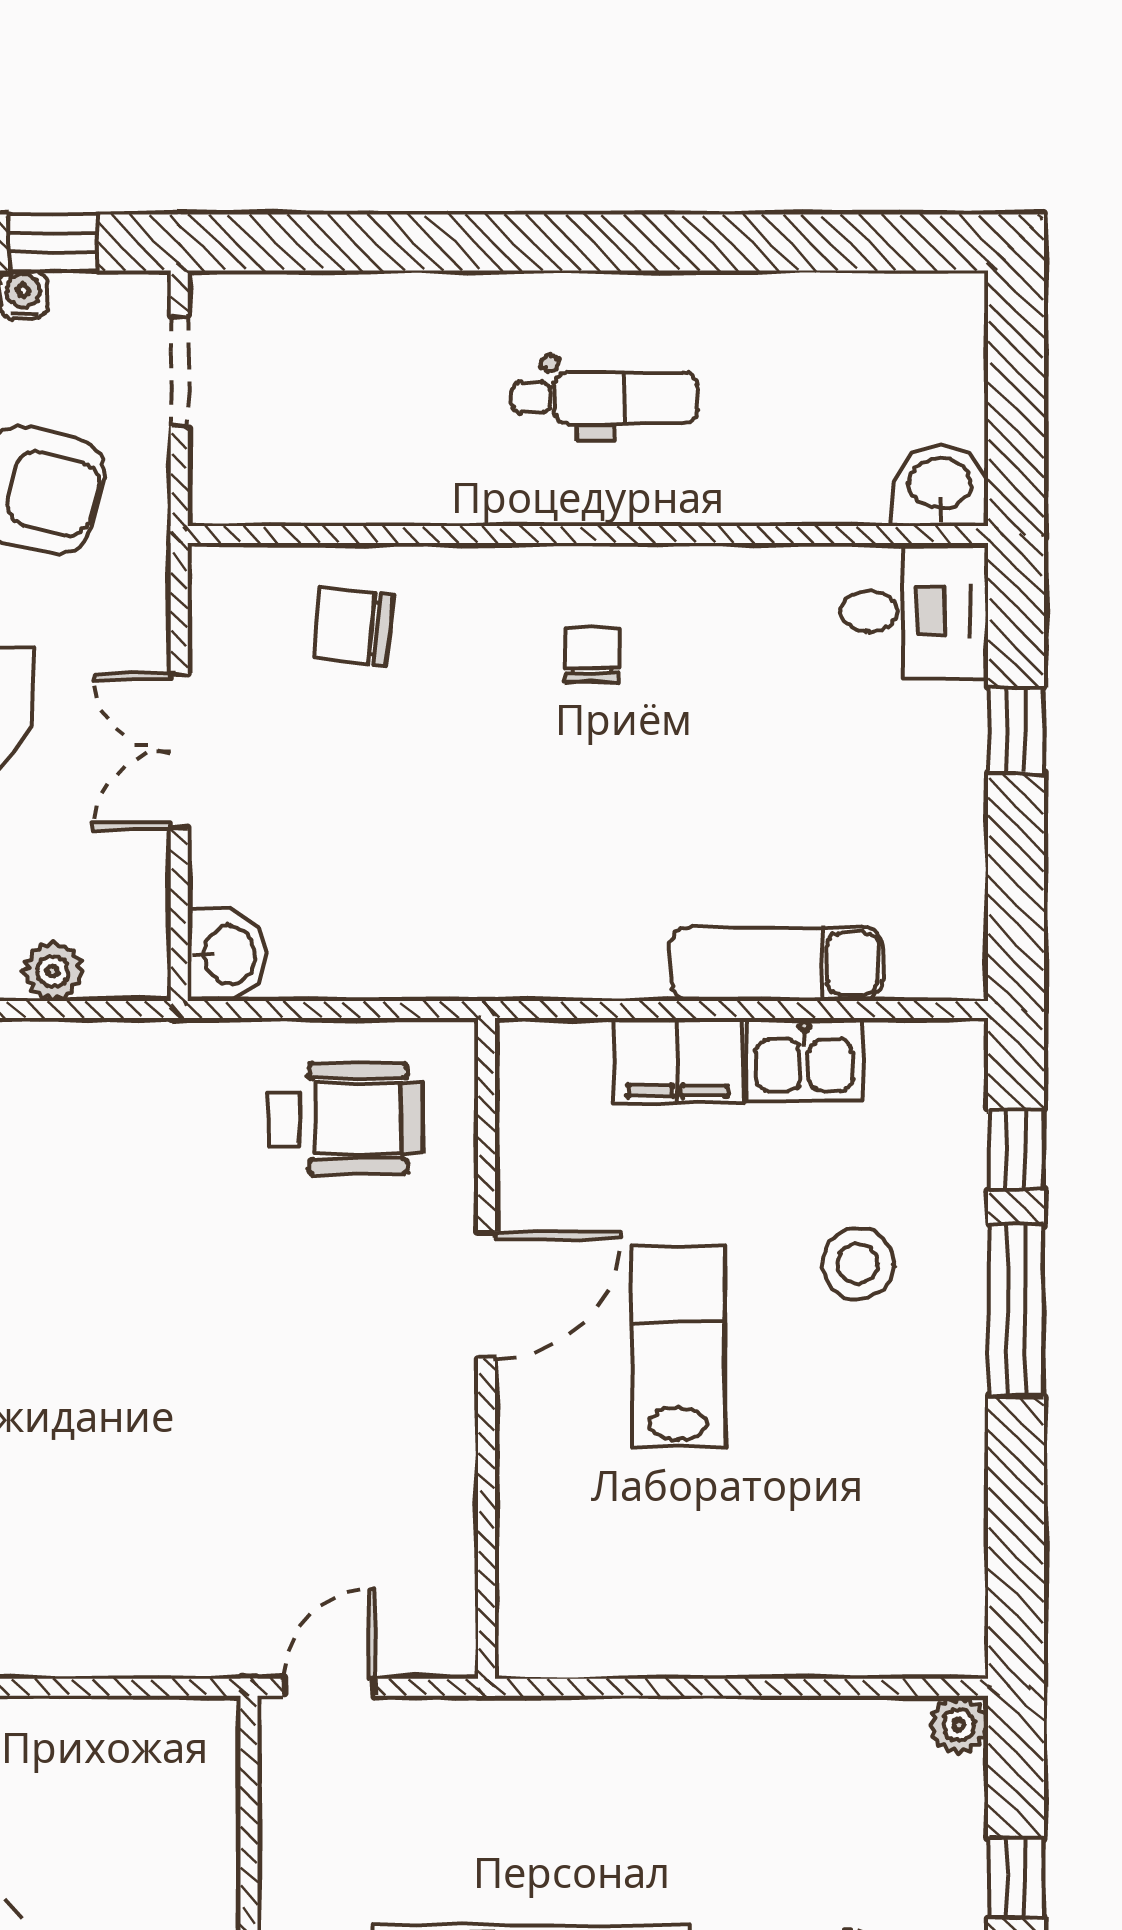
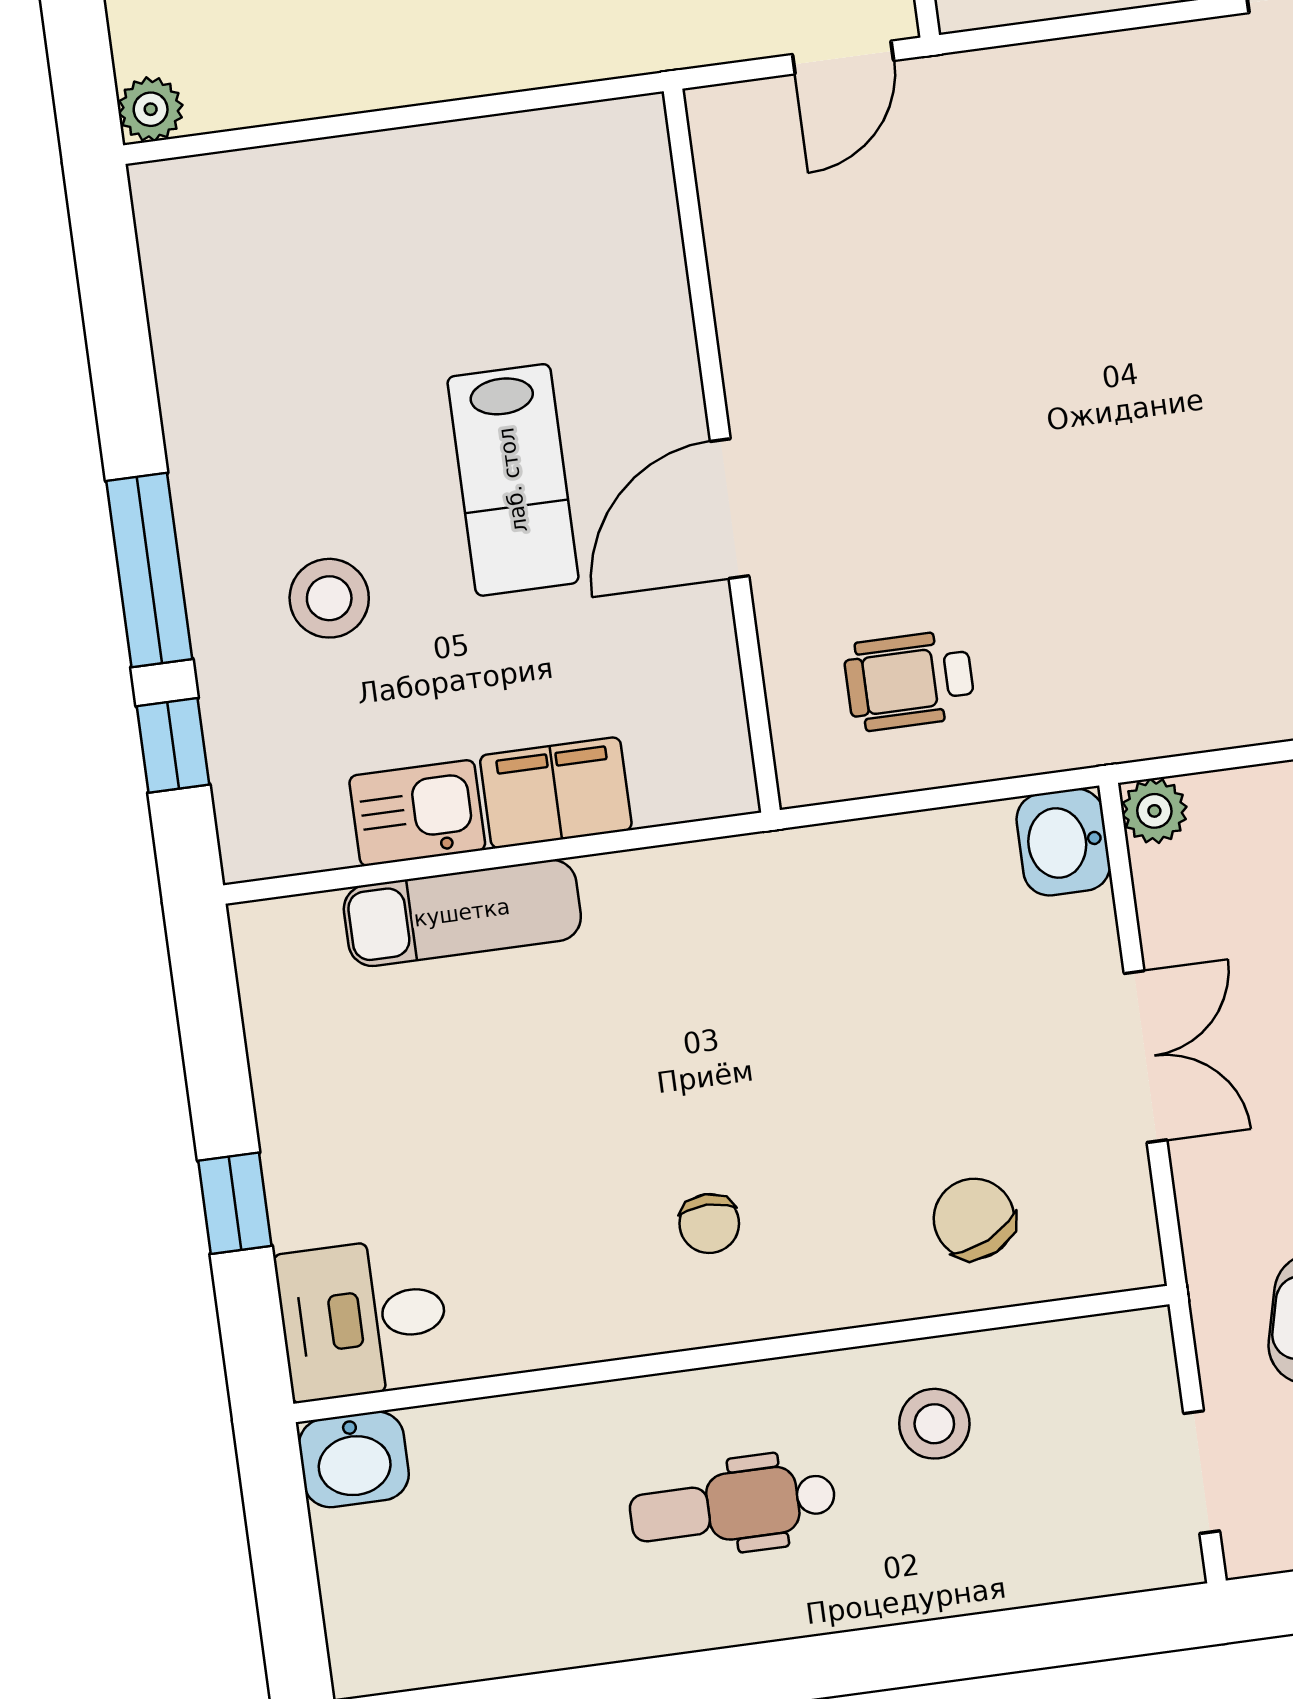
stool: (414, 447) -> (934, 1424), added
chair: (353, 627) -> (974, 1219), turned -122
plant: (53, 972) -> (1154, 811), moved
wheelchair: (346, 1119) -> (909, 681), width x0.73, depth x0.73

